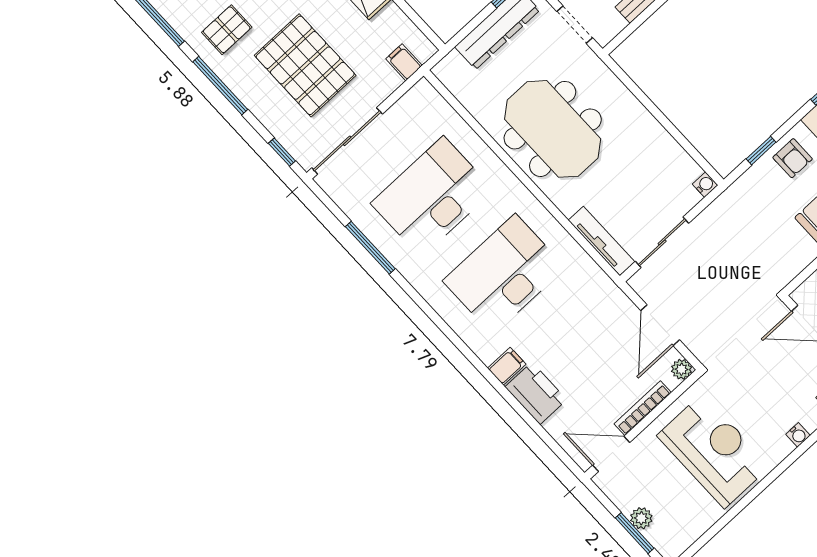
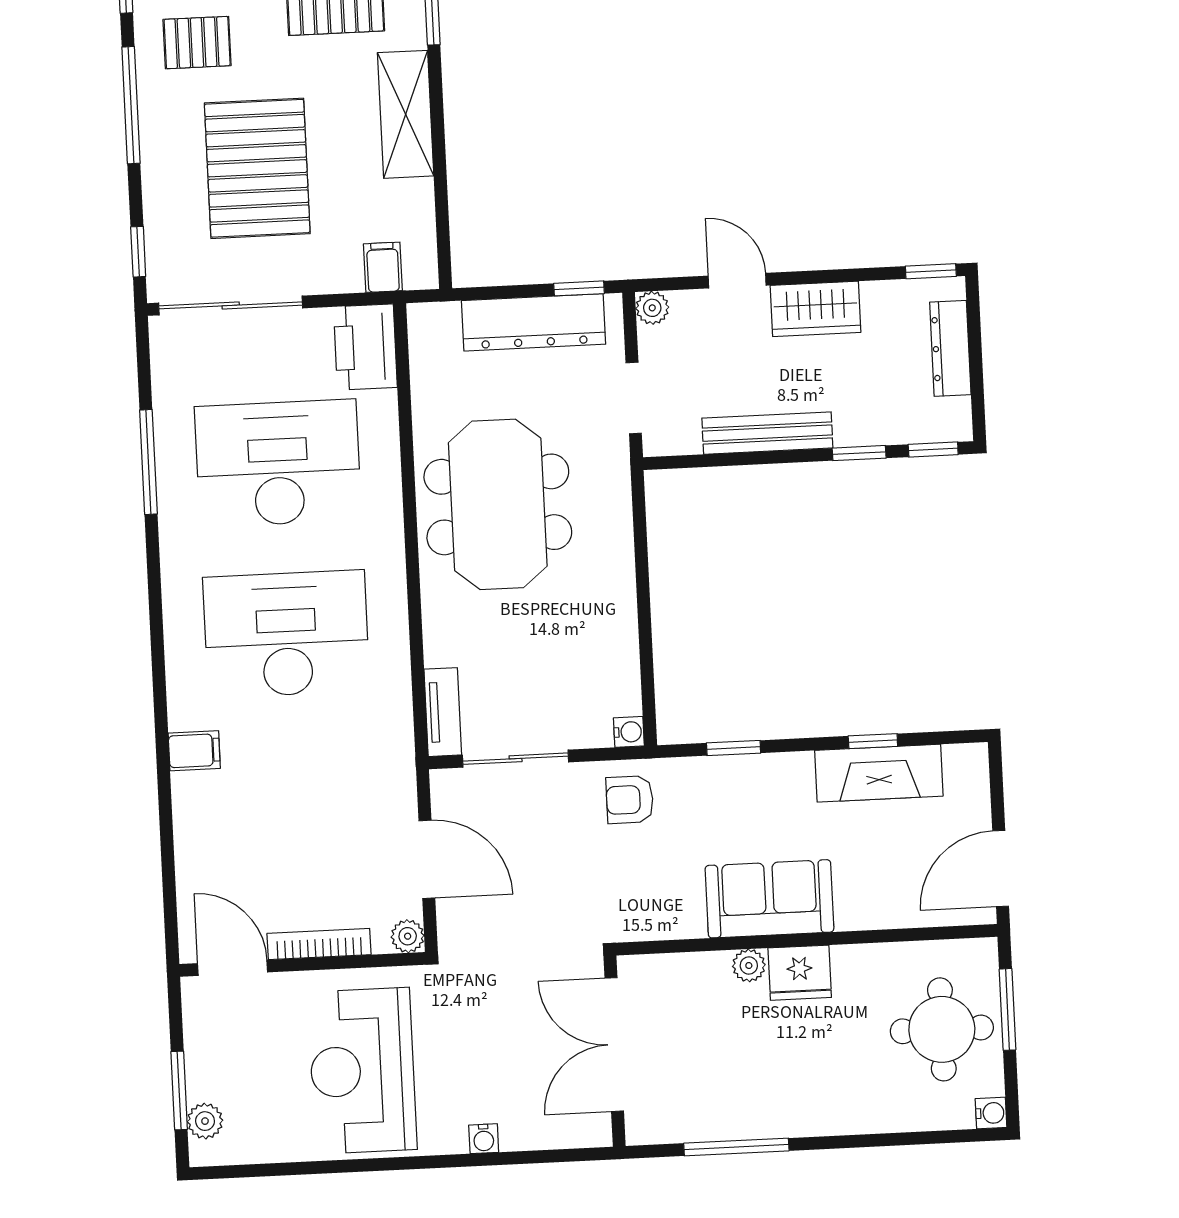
armchair: (793, 158) -> (630, 800), moved, turned 90
tv unit: (602, 241) -> (443, 712), width x0.71
door: (660, 325) -> (427, 859), swing flipped
printer: (536, 393) -> (365, 347), moved, turned 180
reception desk: (714, 451) -> (362, 1071), turned 180
plant: (641, 518) -> (205, 1121), moved

